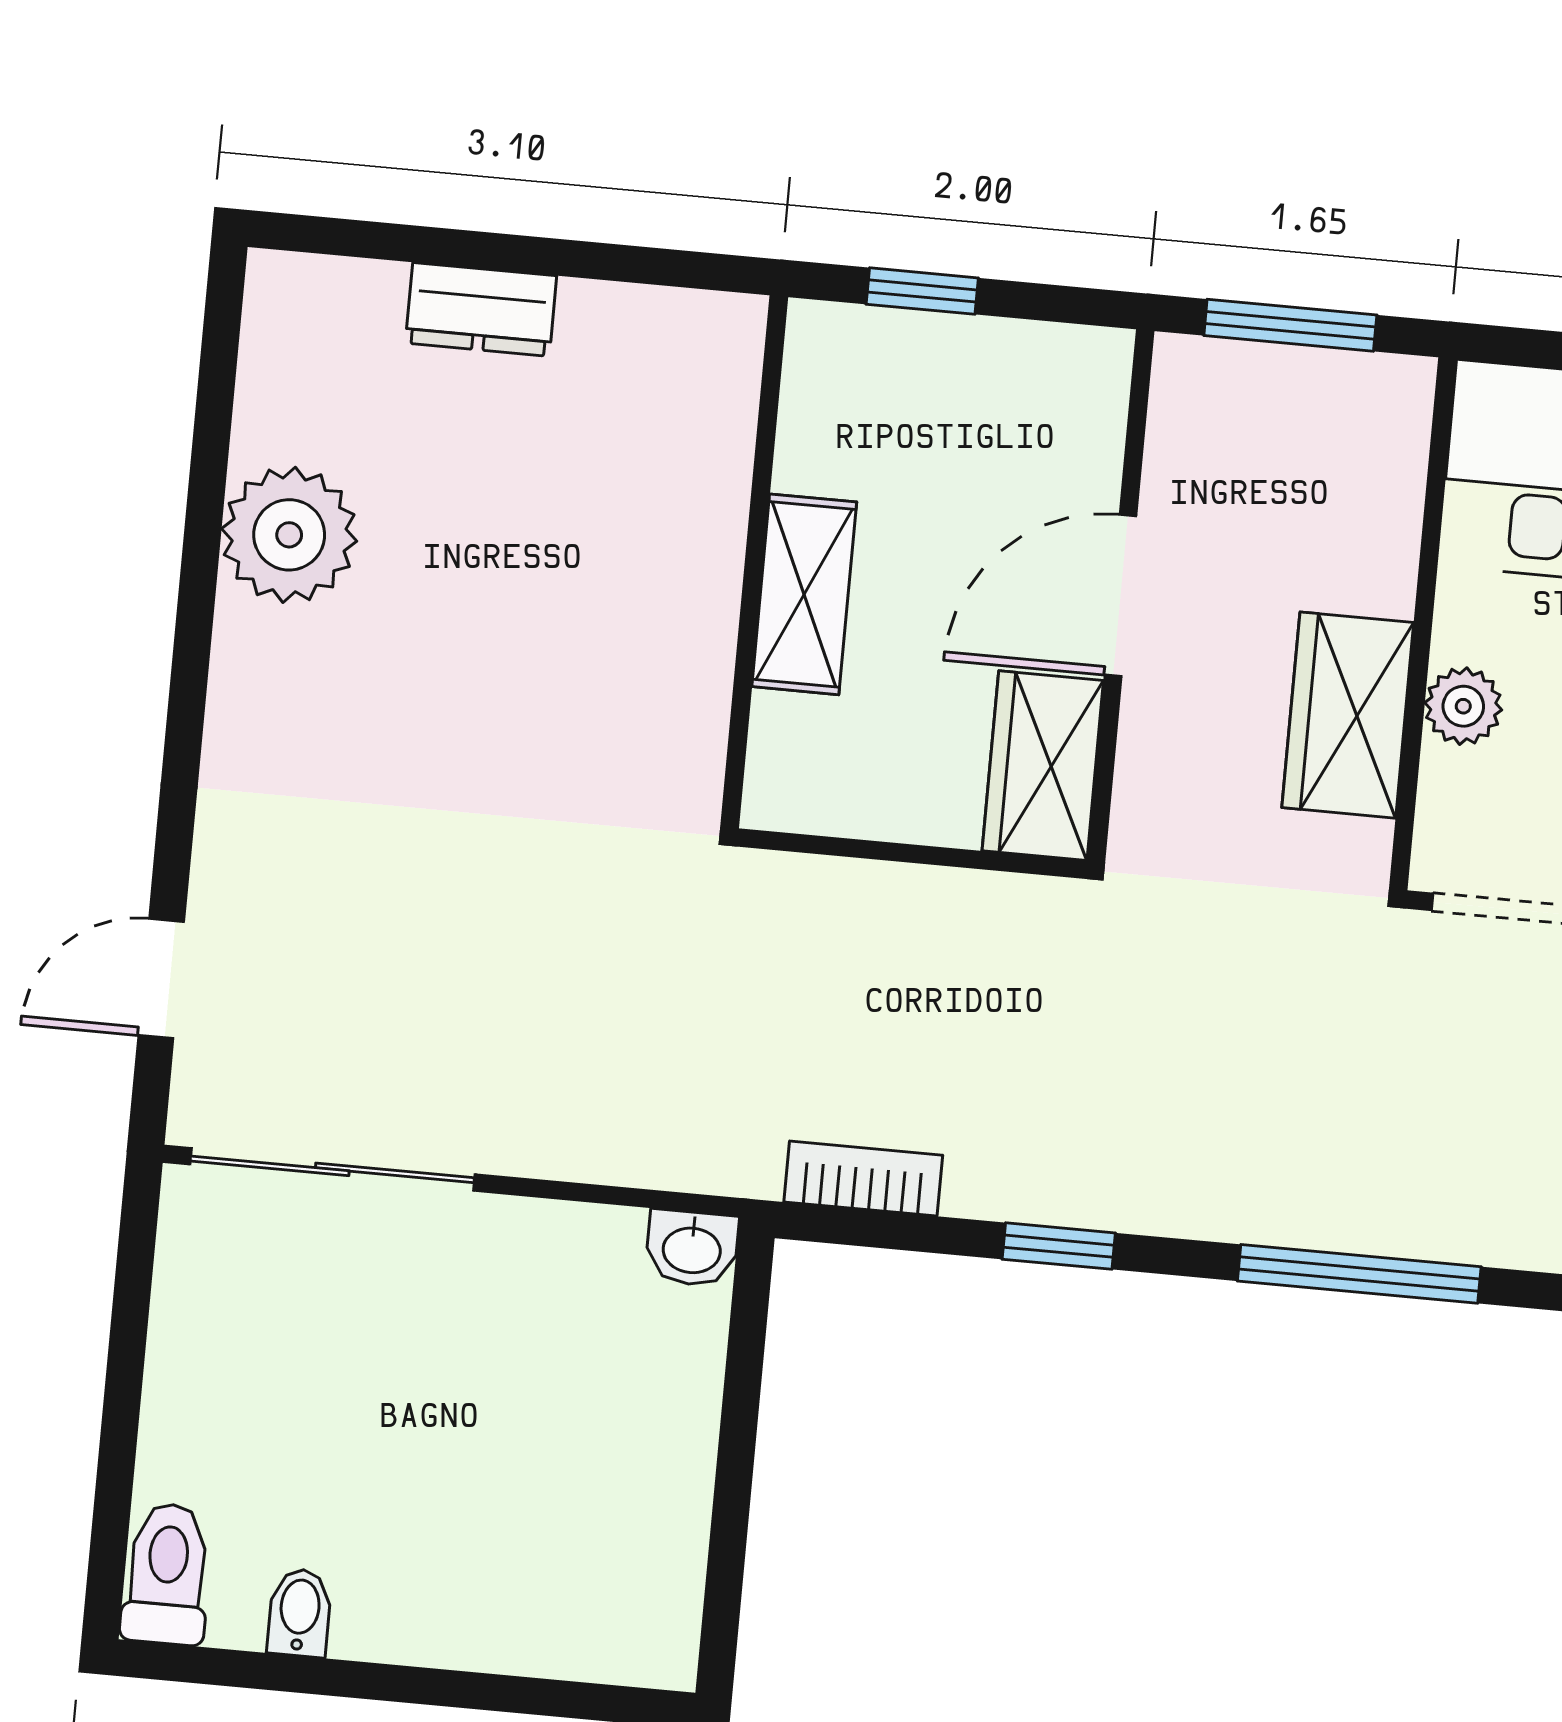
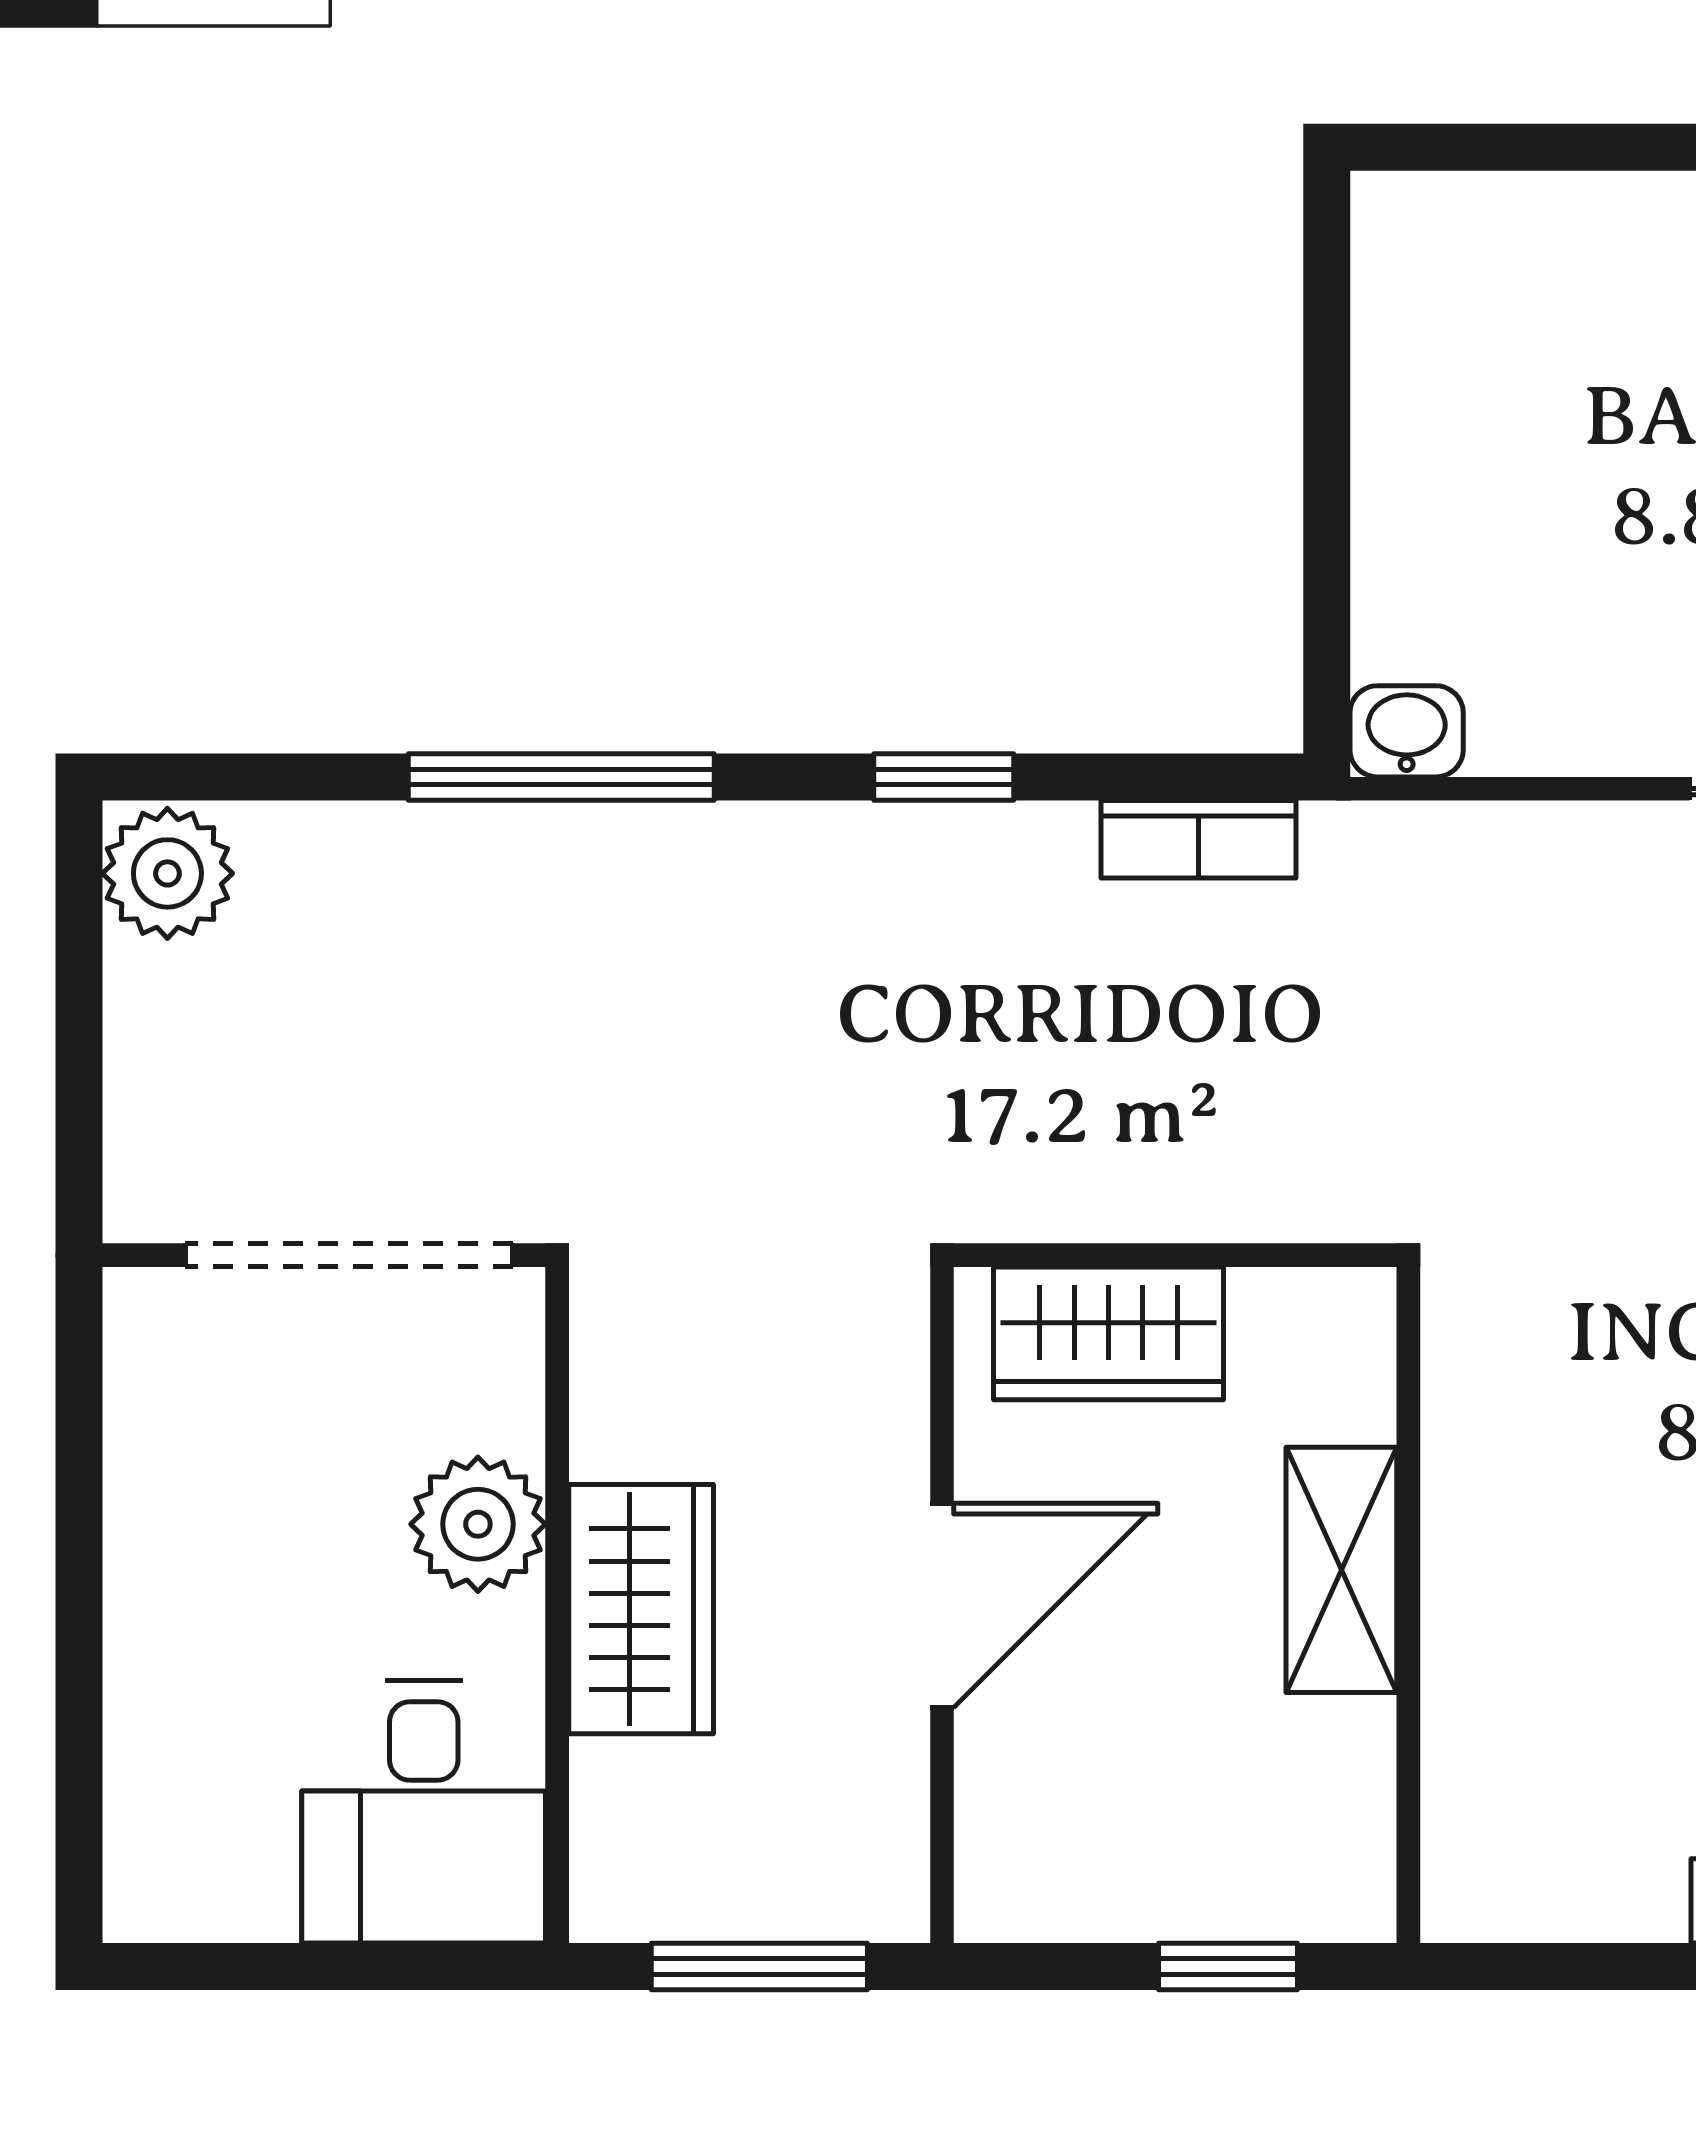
plant: (1463, 706) -> (478, 1524), width x1.38, depth x1.38
wardrobe: (1348, 715) -> (641, 1609), moved
wardrobe: (1043, 766) -> (1109, 1333), moved, turned 90

